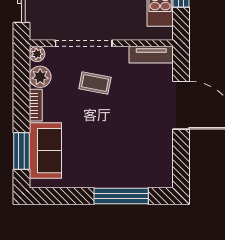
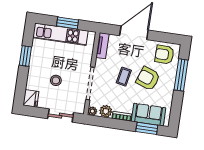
coffee table: (95, 83) -> (124, 77), moved
armchair: (107, 140) -> (148, 79), added
armchair: (152, 163) -> (164, 55), added

